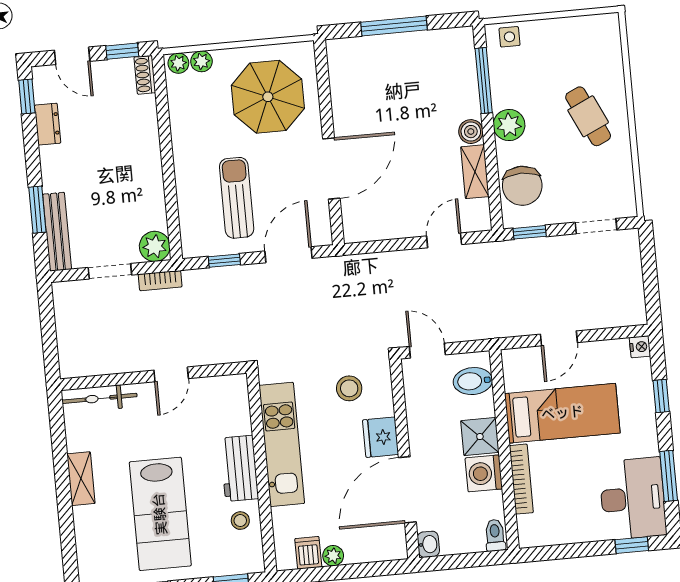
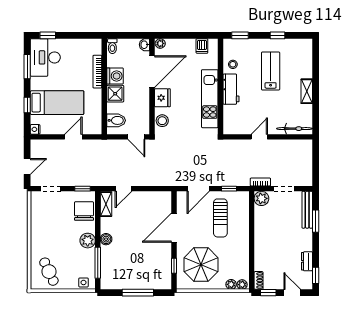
window: (324, 89) -> (174, 266), added
cafe table: (588, 116) -> (49, 272), moved
shelving: (475, 172) -> (106, 204), moved
door: (649, 268) -> (27, 167), added
stool: (349, 388) -> (162, 121), moved
bed: (562, 413) -> (57, 103), moved, turned 180
lab bench: (160, 514) -> (271, 71), width x0.73, depth x0.72
plant: (333, 556) -> (160, 43), moved

